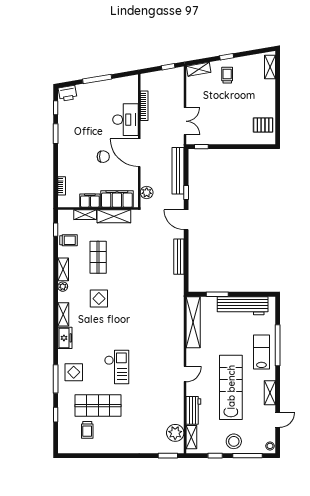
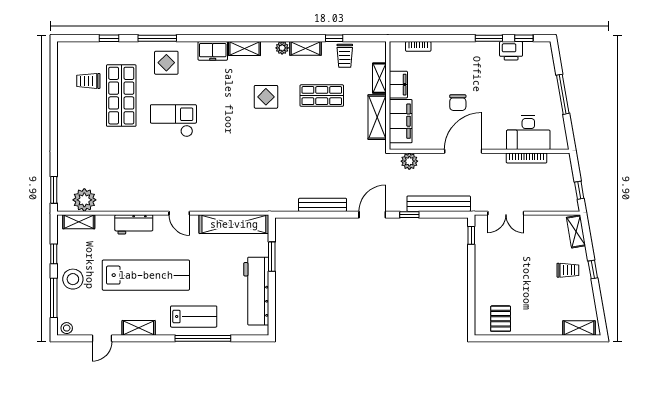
printer: (68, 93) -> (511, 51), moved, turned -80
desk: (125, 120) -> (528, 133), moved
window: (56, 230) -> (334, 38), moved
checkout: (117, 367) -> (173, 121), turned 180
door: (185, 374) -> (179, 213), moved
workbench: (193, 410) -> (134, 224), moved
door: (278, 420) -> (102, 338), hinge flipped

